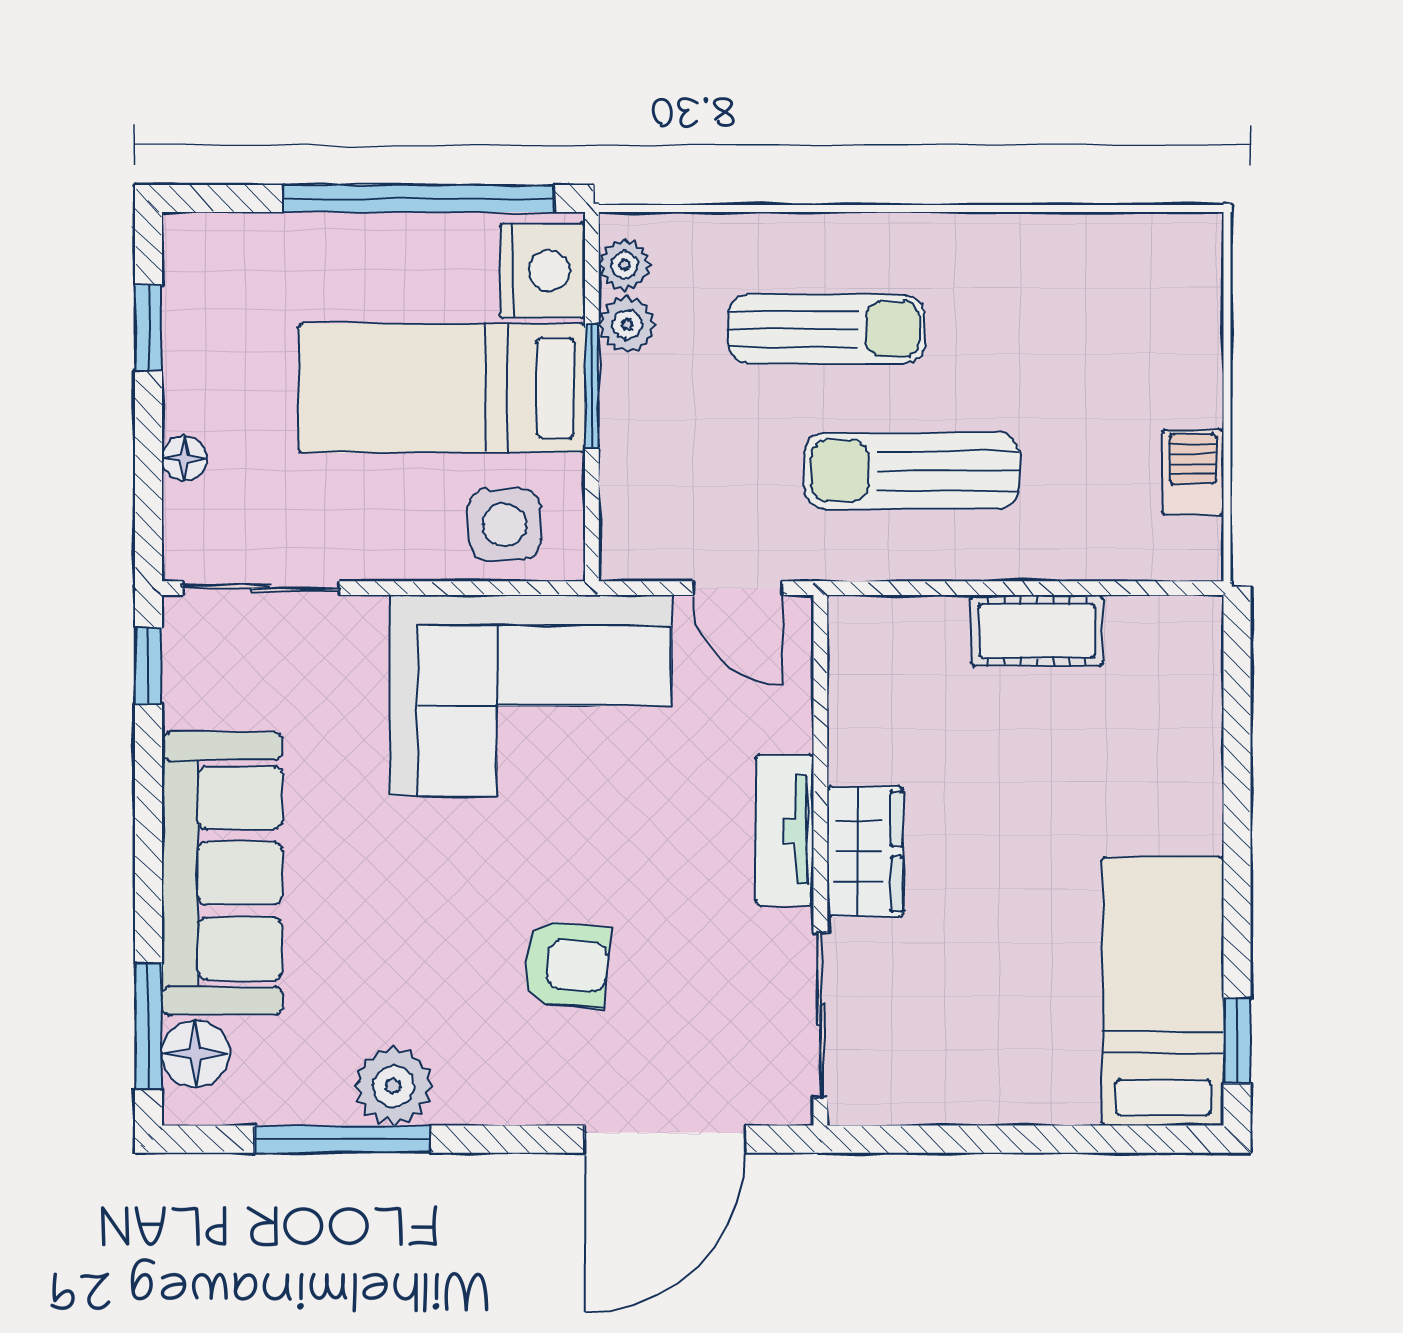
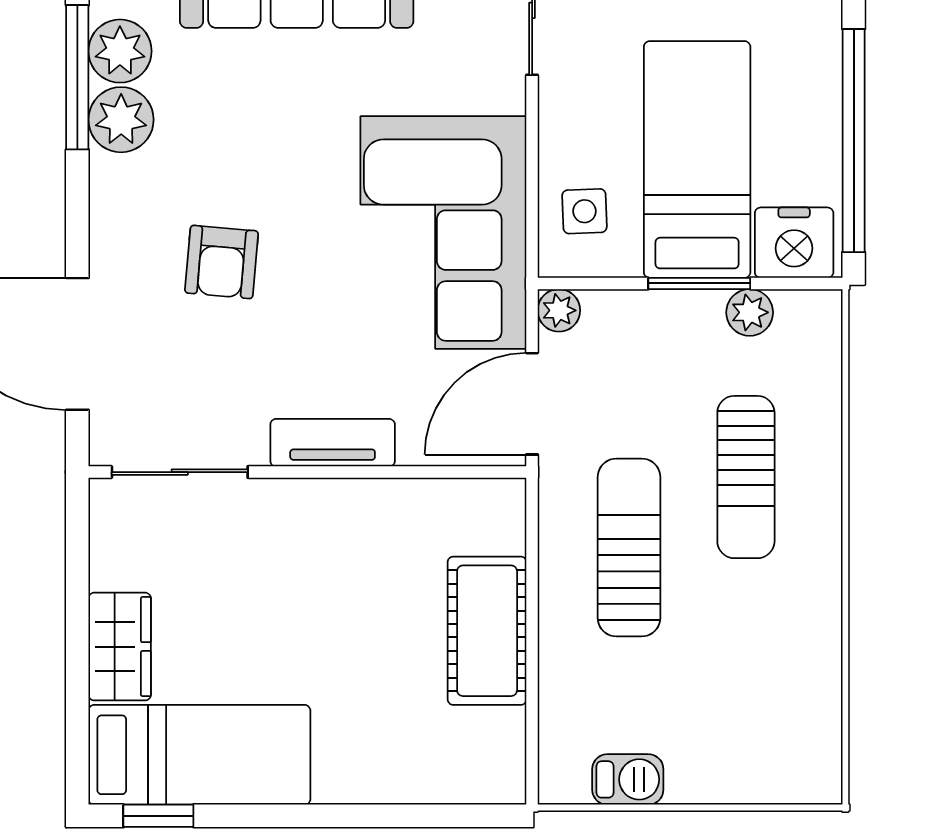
plant: (625, 265) -> (559, 310), moved
side table: (504, 525) -> (584, 211), width x0.73, depth x0.73
door: (738, 588) -> (532, 404), width x1.38
cot: (1037, 631) -> (487, 631), width x1.37, depth x1.34
wardrobe: (865, 851) -> (120, 647), moved, turned -90
plant: (310, 1087) -> (120, 51), added

